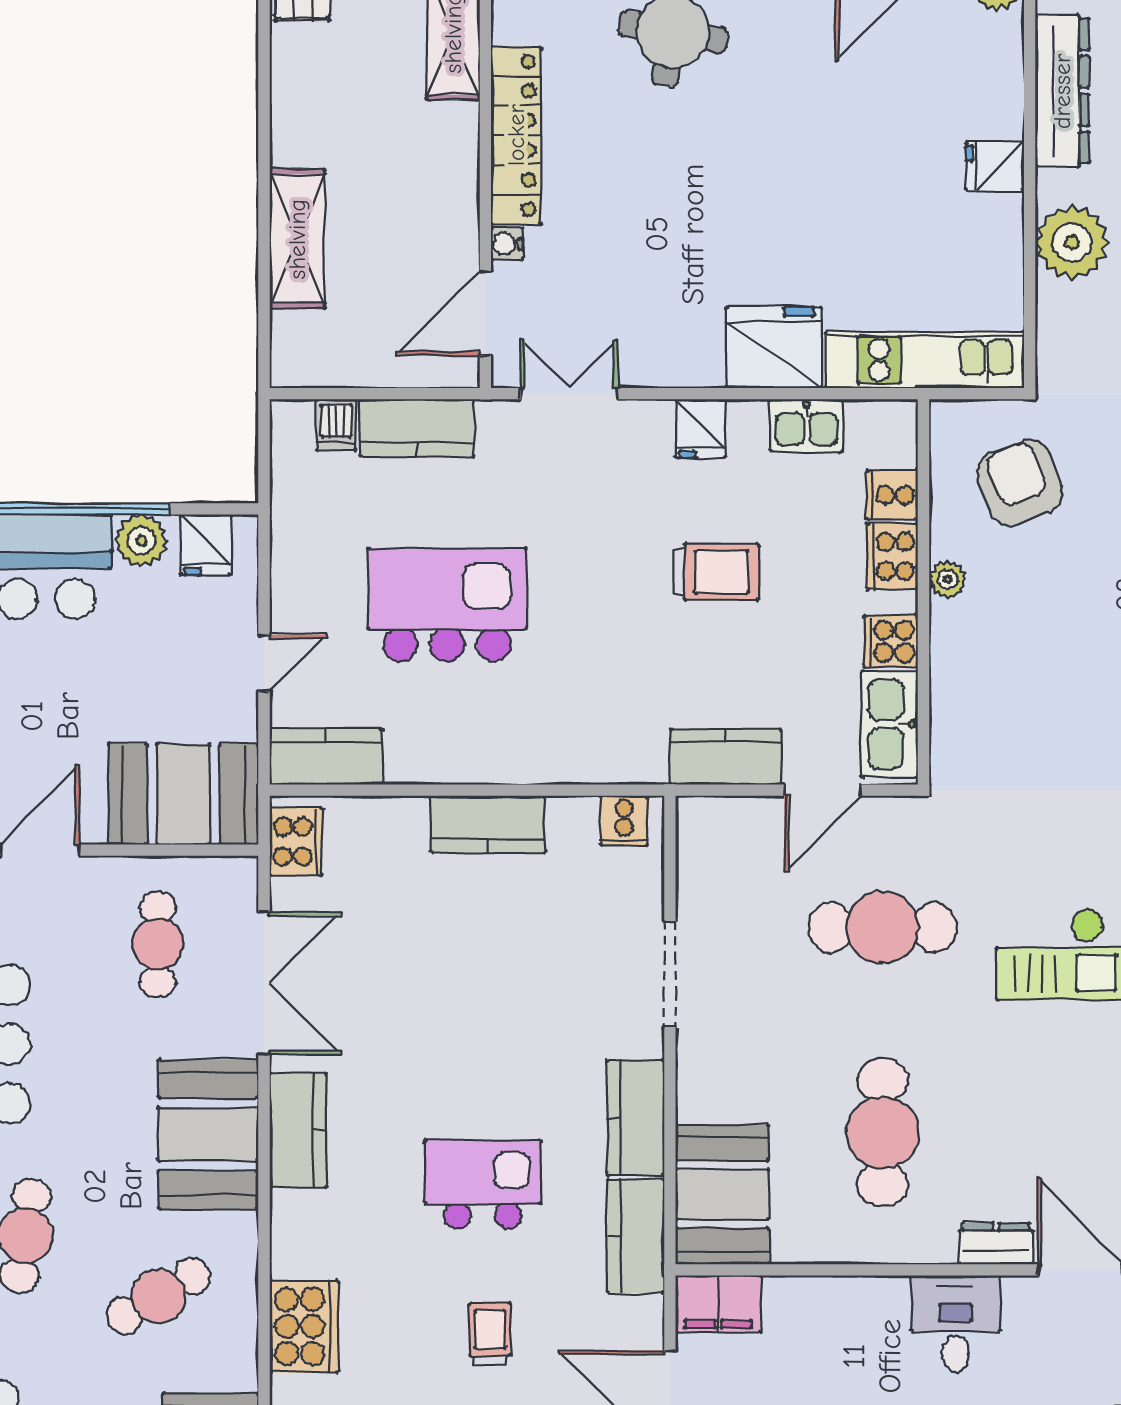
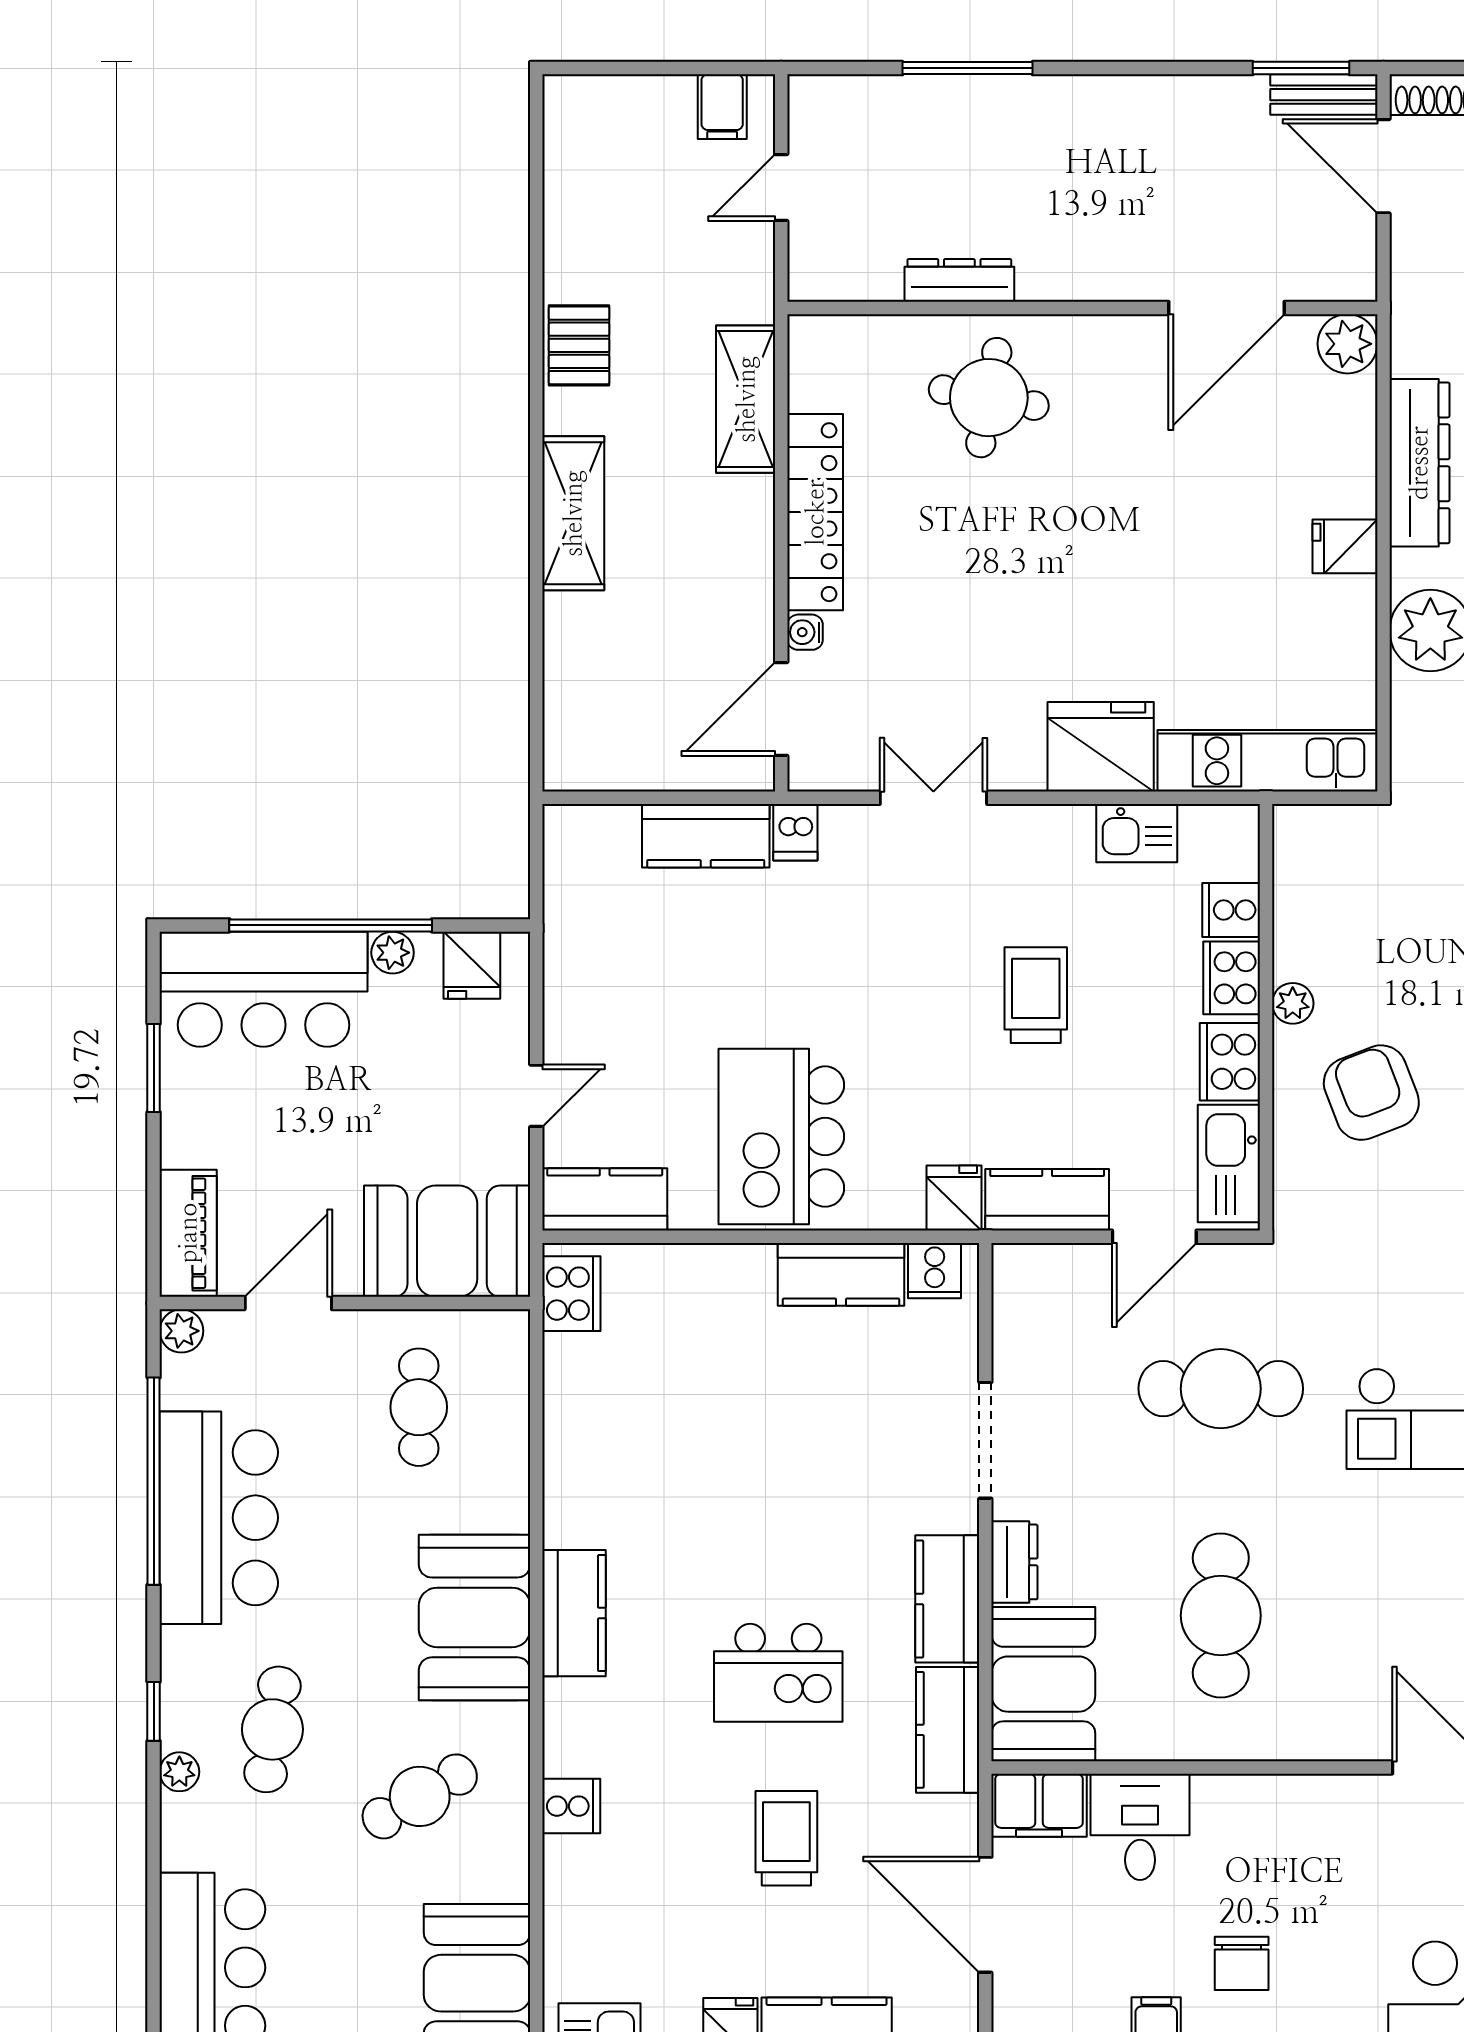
shelving: (297, 239) -> (573, 513), moved
double door: (569, 394) -> (933, 798), moved
dishwasher: (336, 425) -> (795, 832), moved
fridge: (700, 429) -> (954, 1198), moved, turned 180
armchair: (1020, 483) -> (1371, 1093), moved
plant: (141, 541) -> (393, 953), width x0.73, depth x0.73
trolley: (715, 572) -> (1036, 995), turned -90
kitchen island: (447, 605) -> (781, 1137), moved, turned -90
cooker: (891, 641) -> (1230, 1062), width x1.36
kitchen counter: (488, 824) -> (841, 1274), moved
double door: (264, 983) -> (536, 1450), removed
kitchen island: (483, 1184) -> (778, 1673), turned 180
dresser: (996, 1244) -> (1014, 1562), moved, turned 90
desk: (956, 1324) -> (1140, 1827), moved
cooker: (304, 1326) -> (571, 1806), width x0.53, depth x0.76
trolley: (490, 1334) -> (786, 1838), width x1.36, depth x1.39

